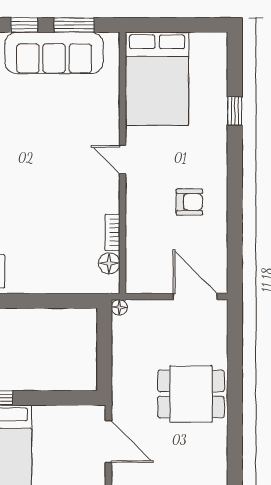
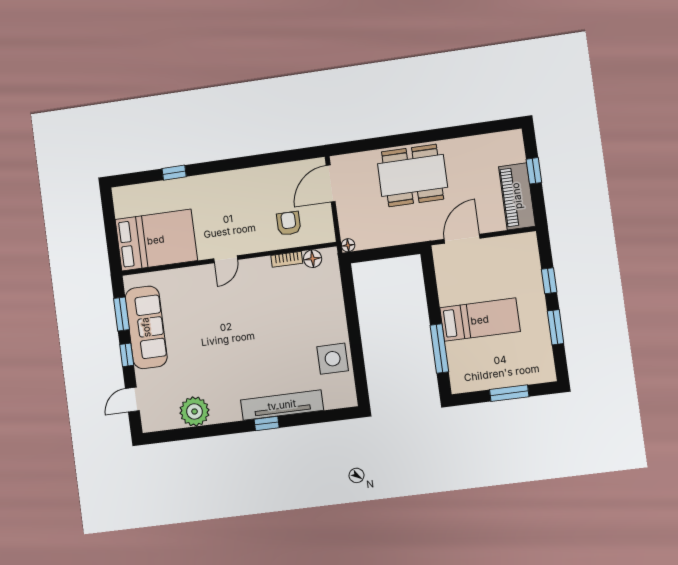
armchair: (189, 202) -> (289, 223), moved
dining table: (191, 394) -> (412, 175), width x1.37

